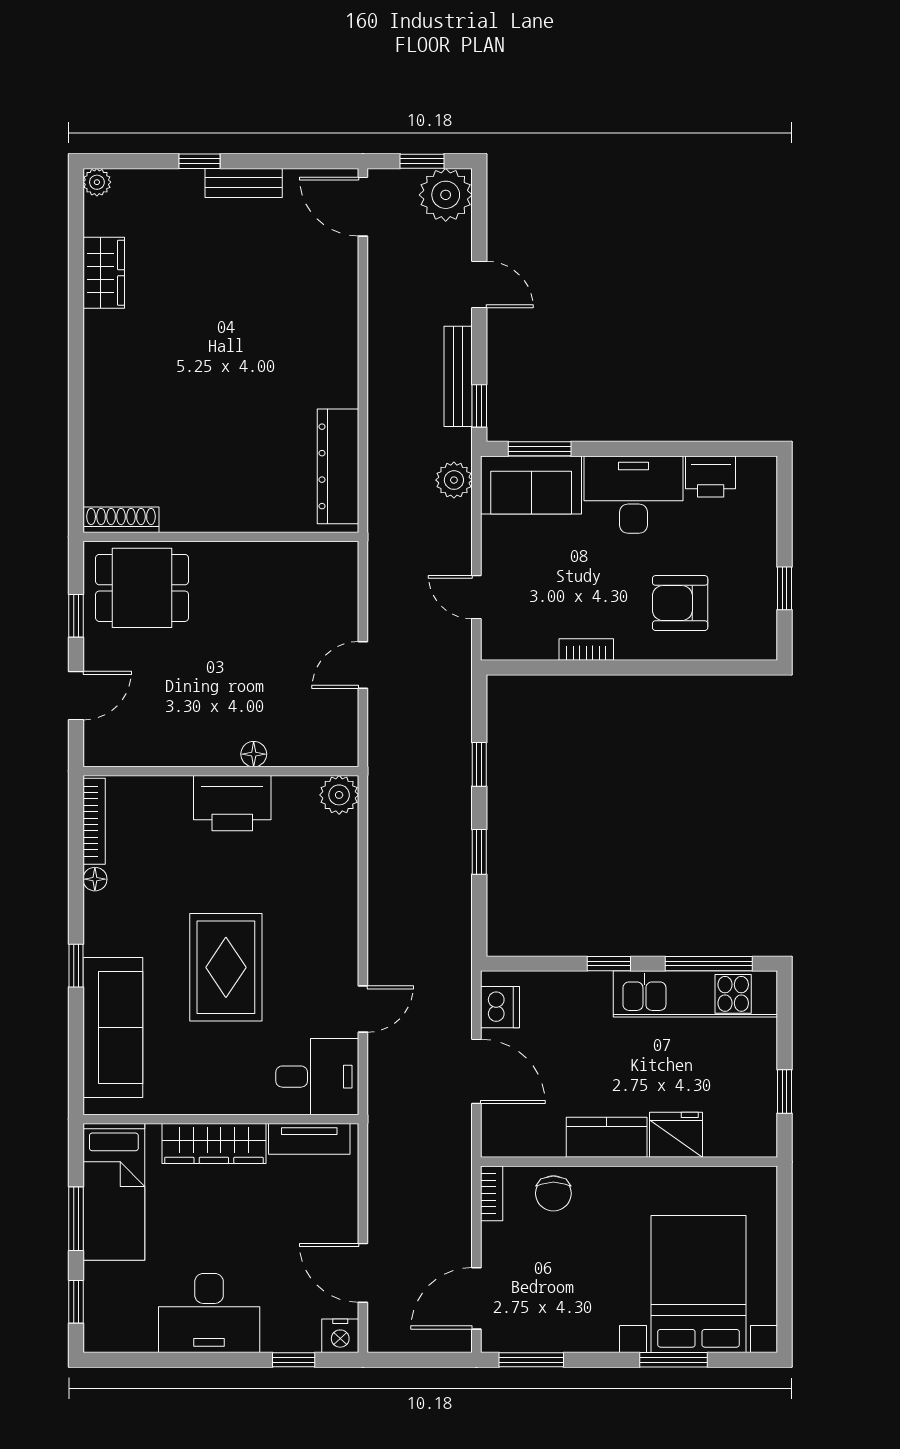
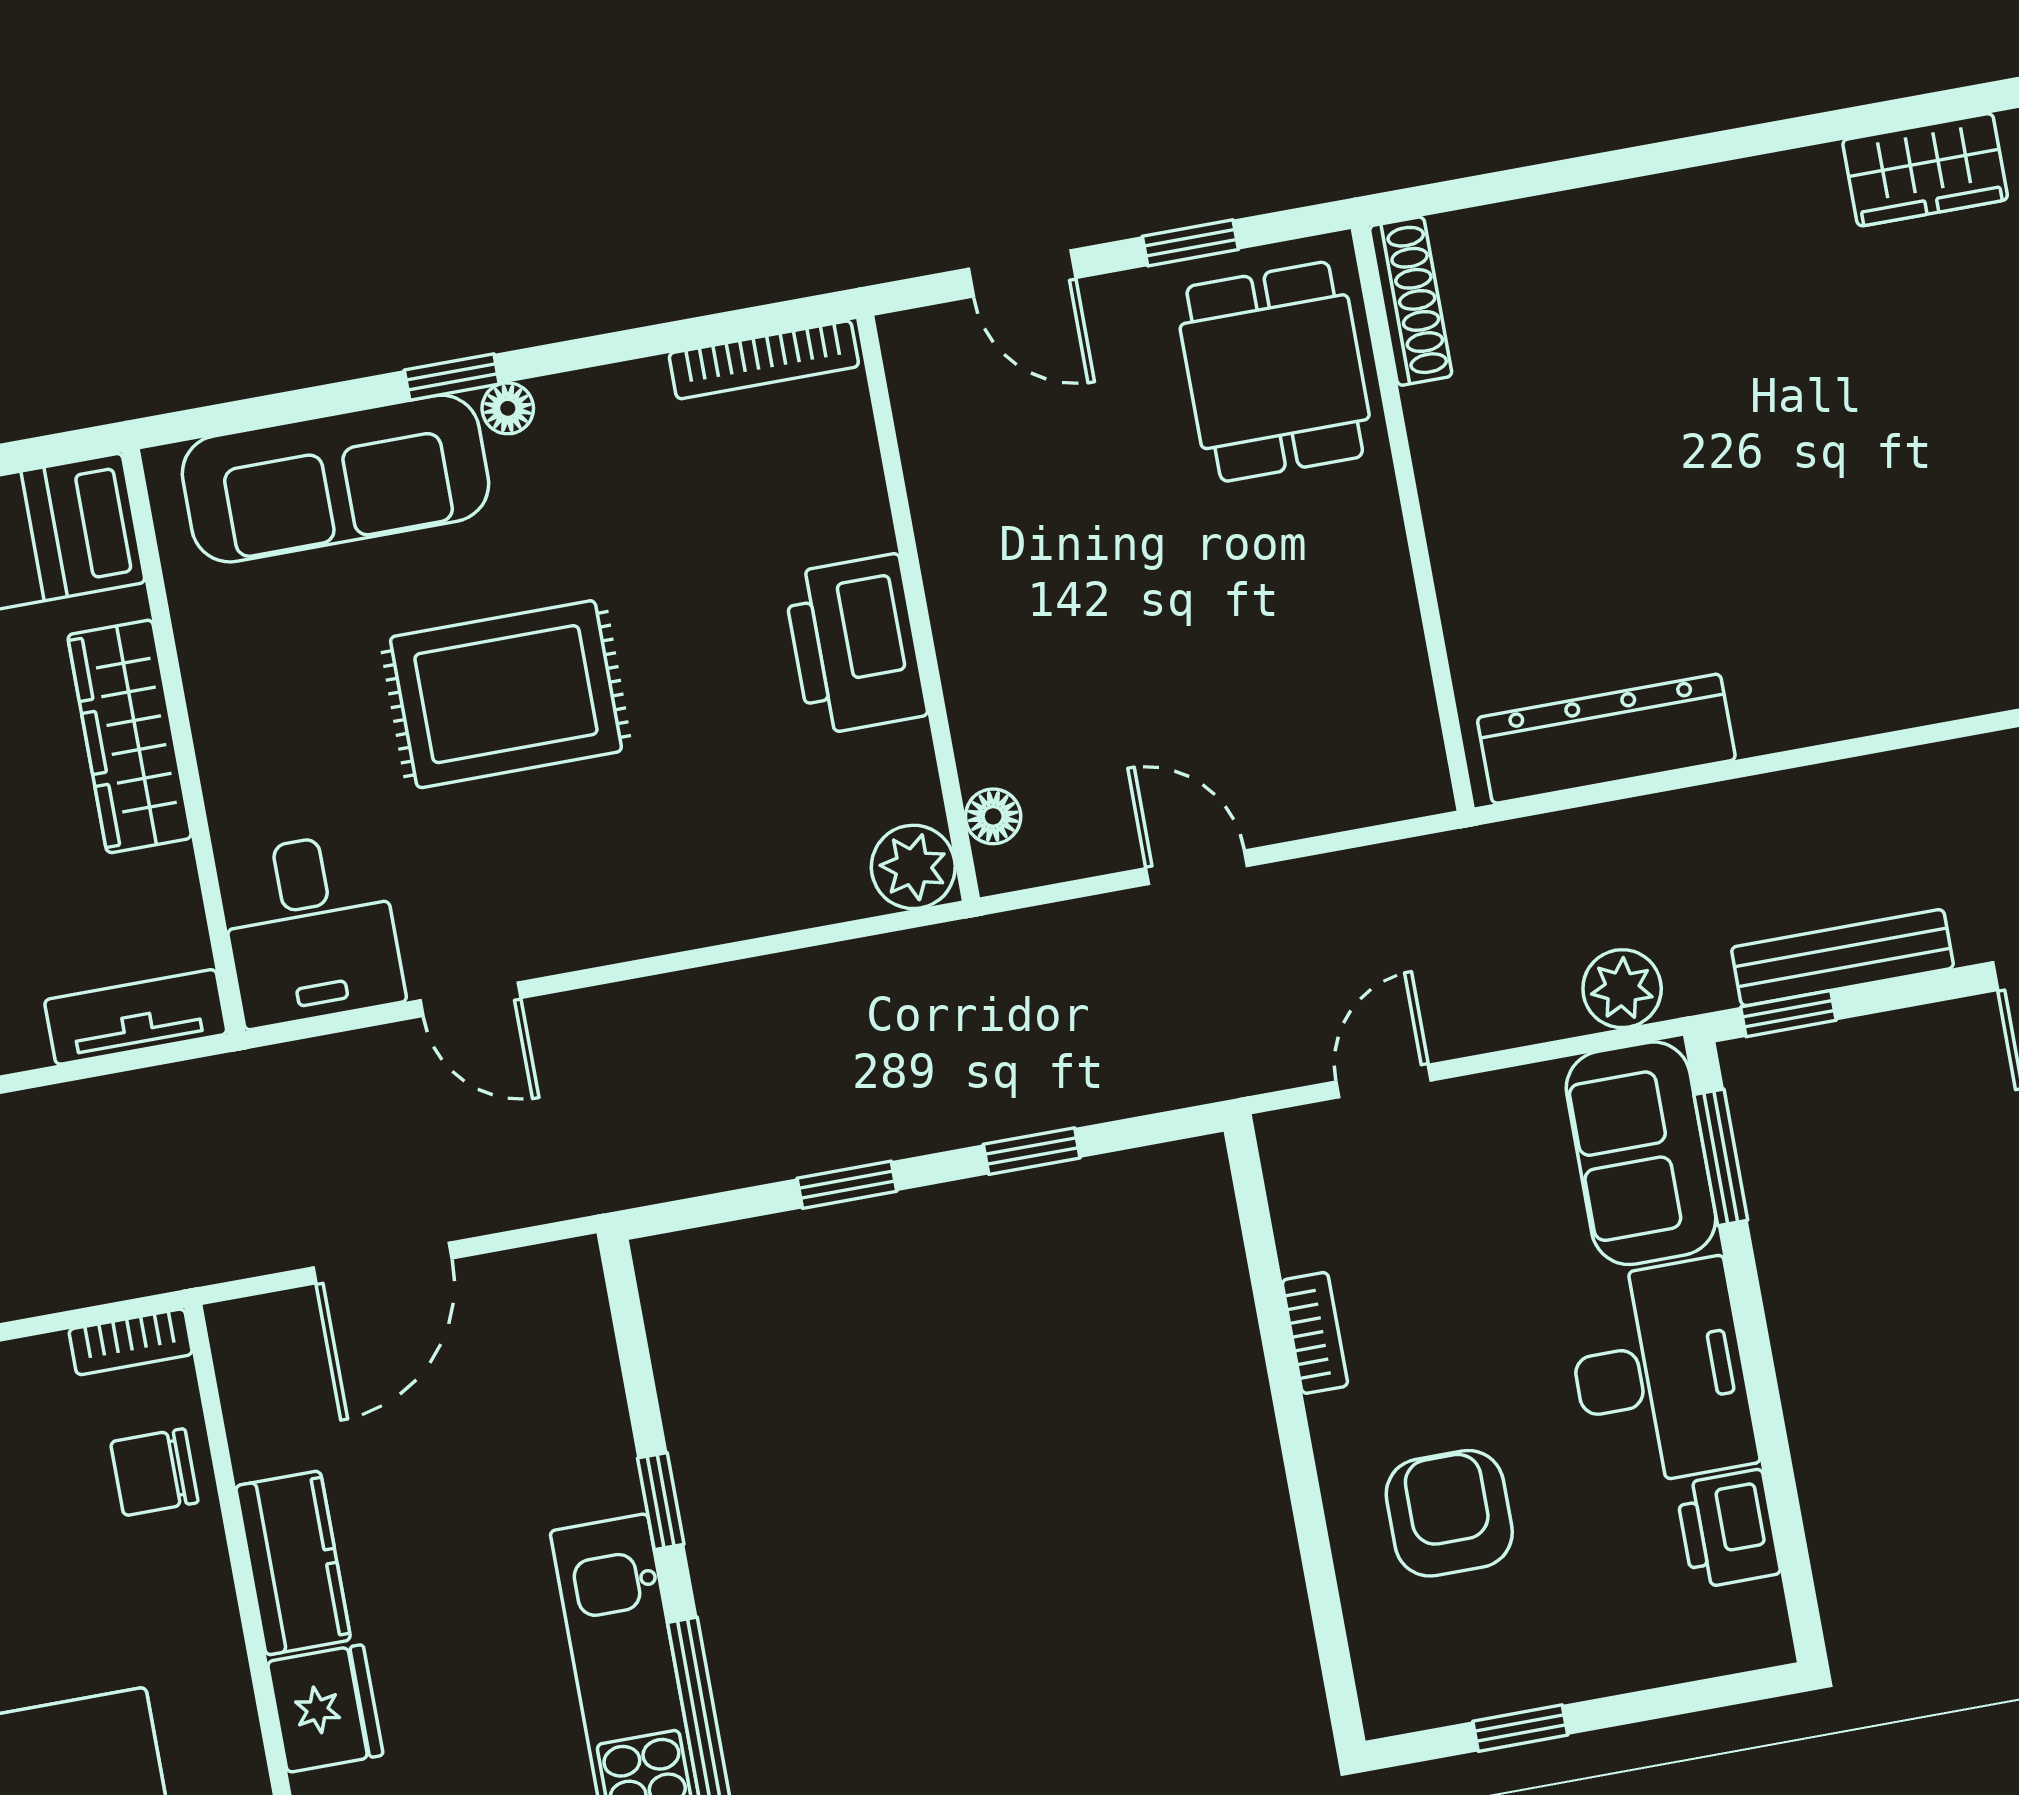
floor lamp: (254, 754) -> (993, 816), moved
floor lamp: (95, 879) -> (508, 408), moved
dishwasher: (500, 1007) -> (527, 1288), removed
tv unit: (309, 1139) -> (136, 1017), moved, turned 90

